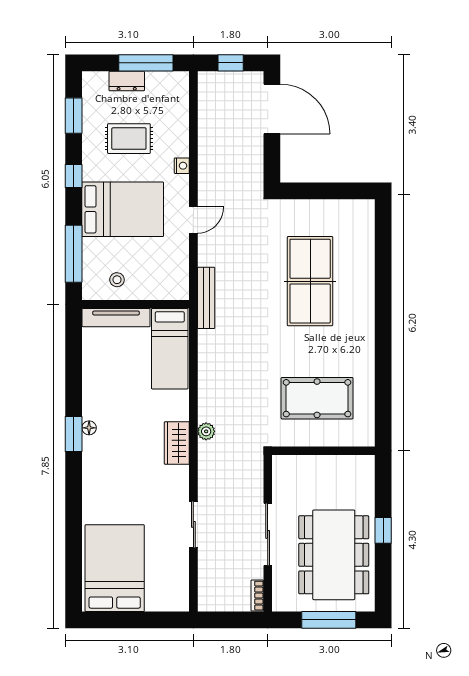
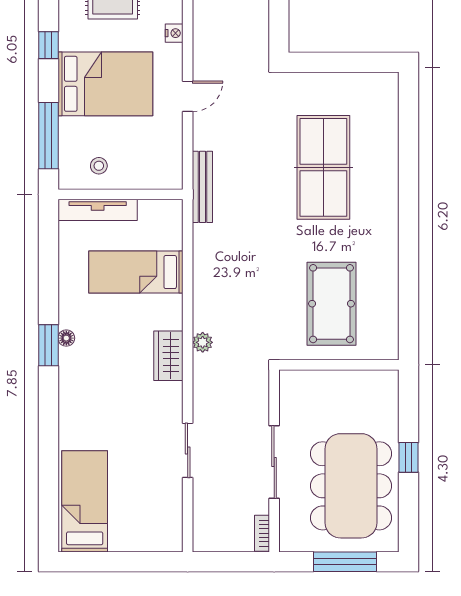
bed: (170, 349) -> (136, 272), moved, turned 90
pool table: (317, 398) -> (331, 304), turned 90
bed: (115, 568) -> (85, 501), width x0.67

